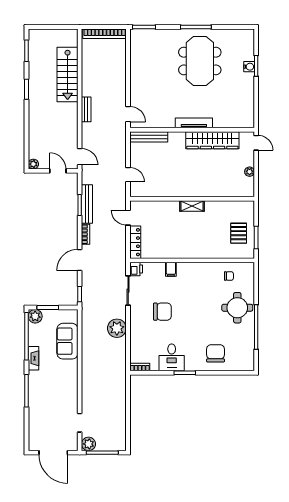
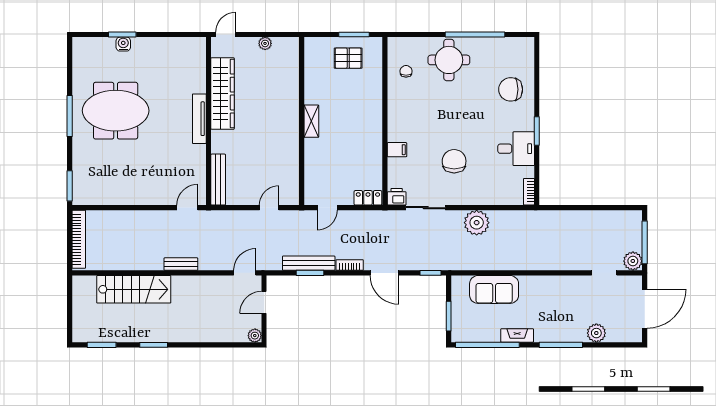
locker: (135, 242) -> (368, 198), width x0.66
plant: (35, 316) -> (596, 333), moved

